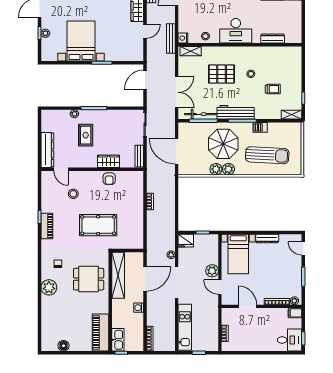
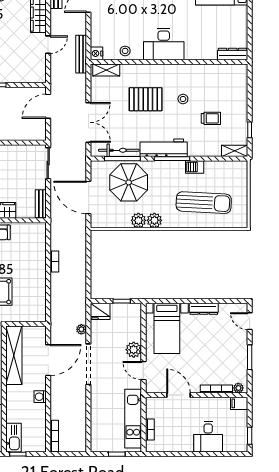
dresser: (273, 39) -> (233, 54), moved
parasol: (223, 144) -> (129, 182), moved
kitchen unit: (185, 327) -> (133, 419), moved, turned 180
desk: (290, 340) -> (208, 437), moved, turned 90

